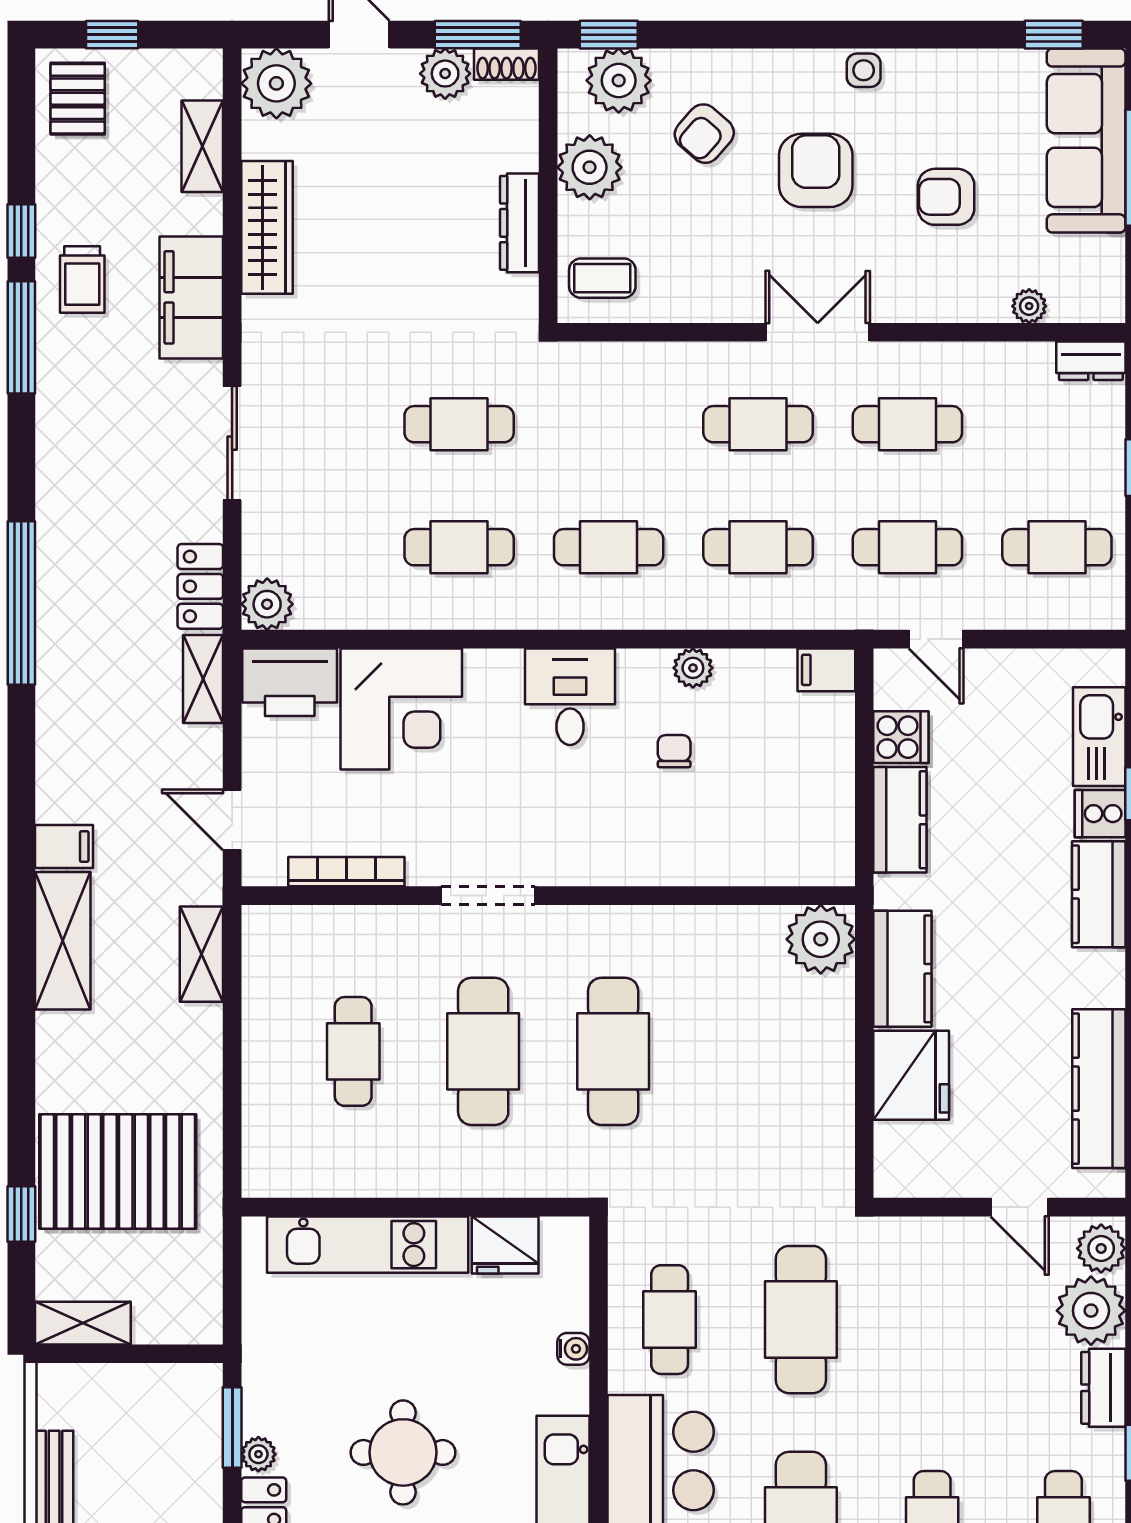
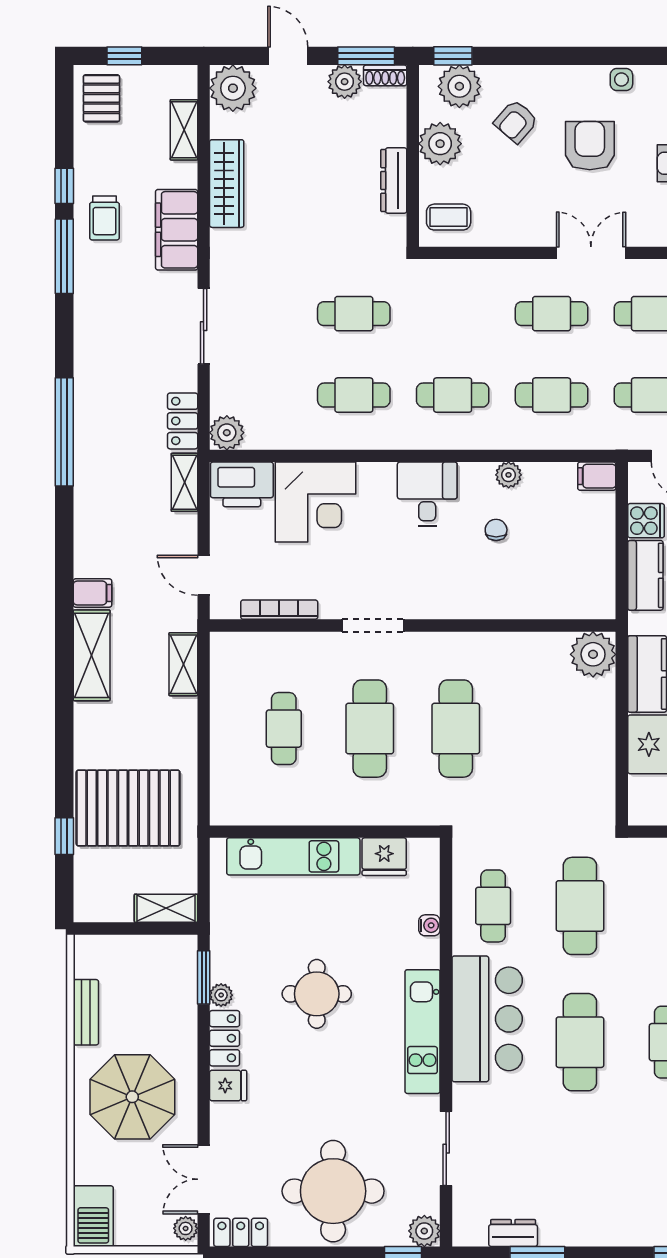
shelving: (83, 1323) -> (166, 908), moved

